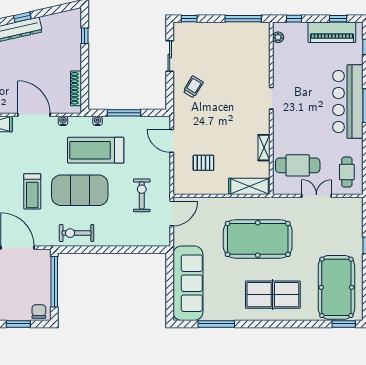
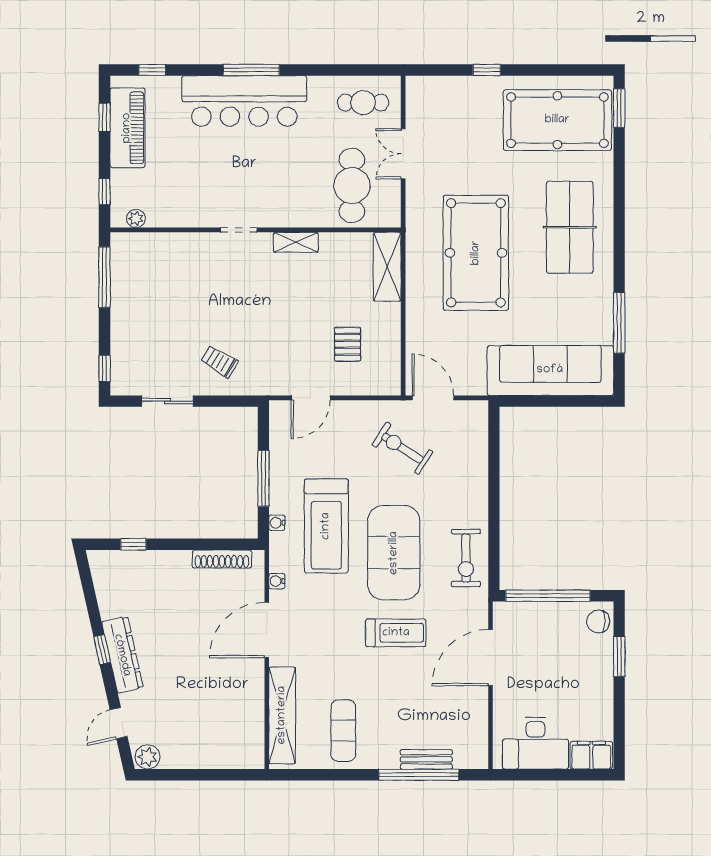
shelving: (264, 148) -> (296, 242), moved
exercise bike: (142, 195) -> (402, 448), turned 33

